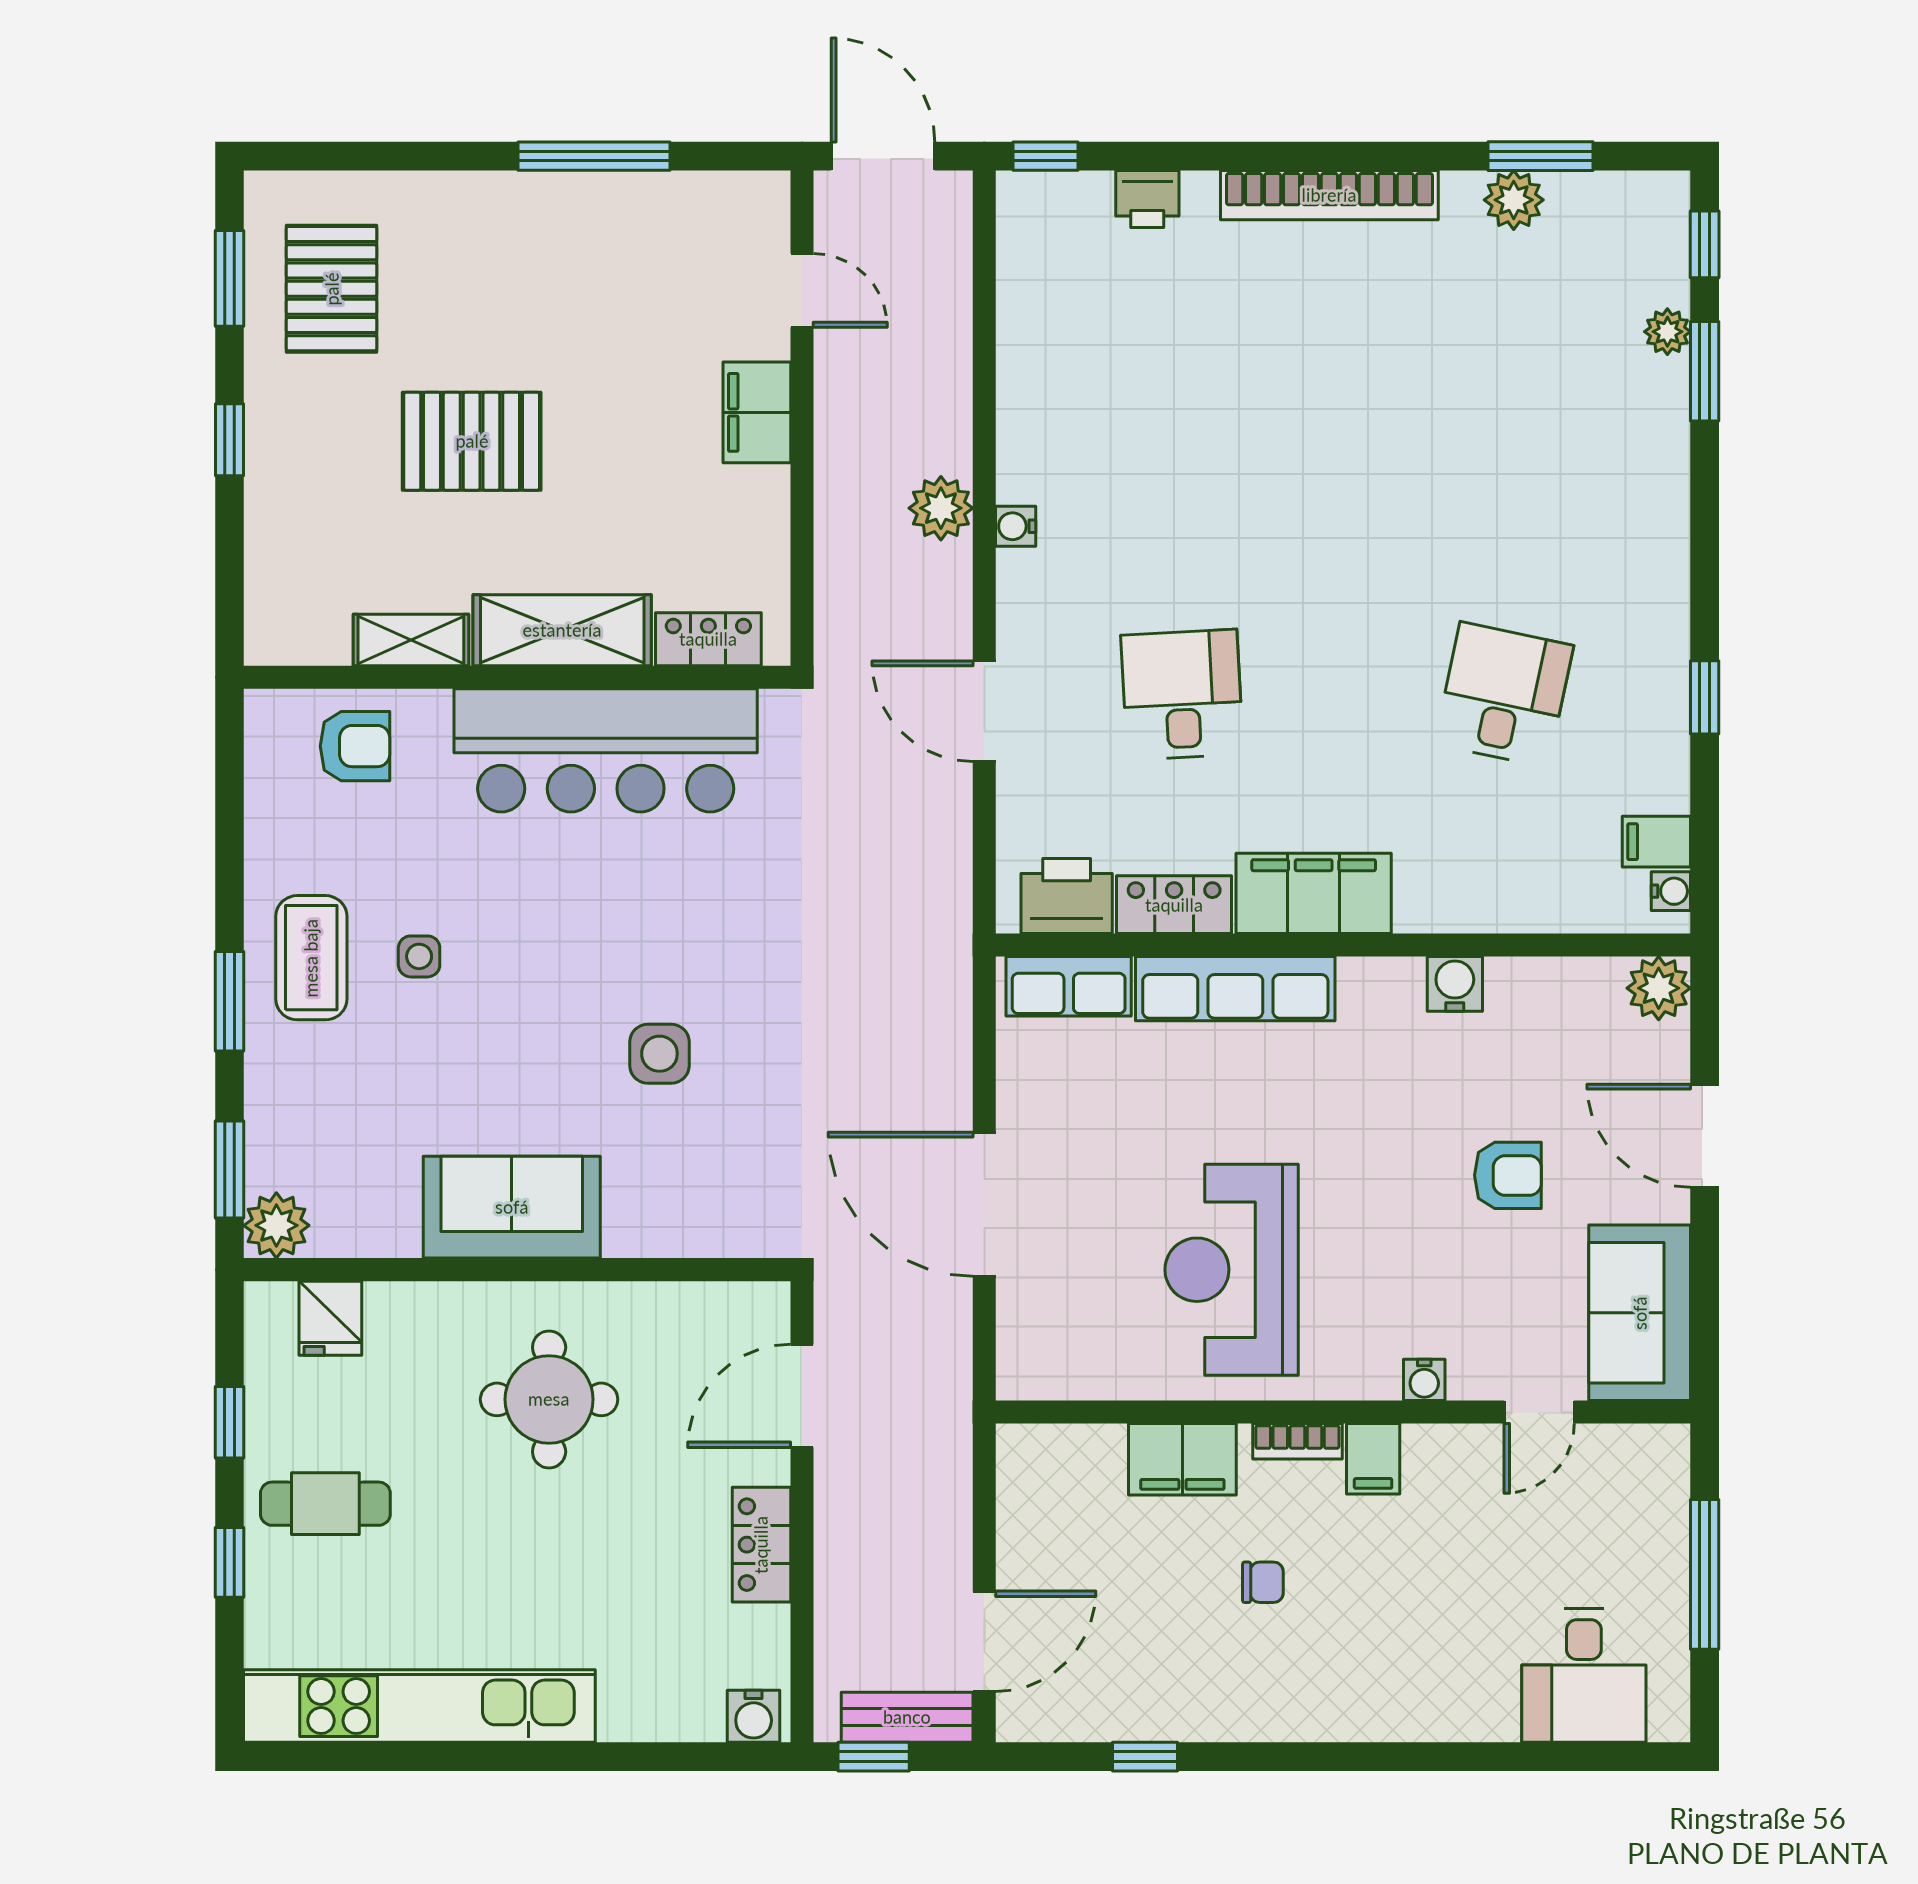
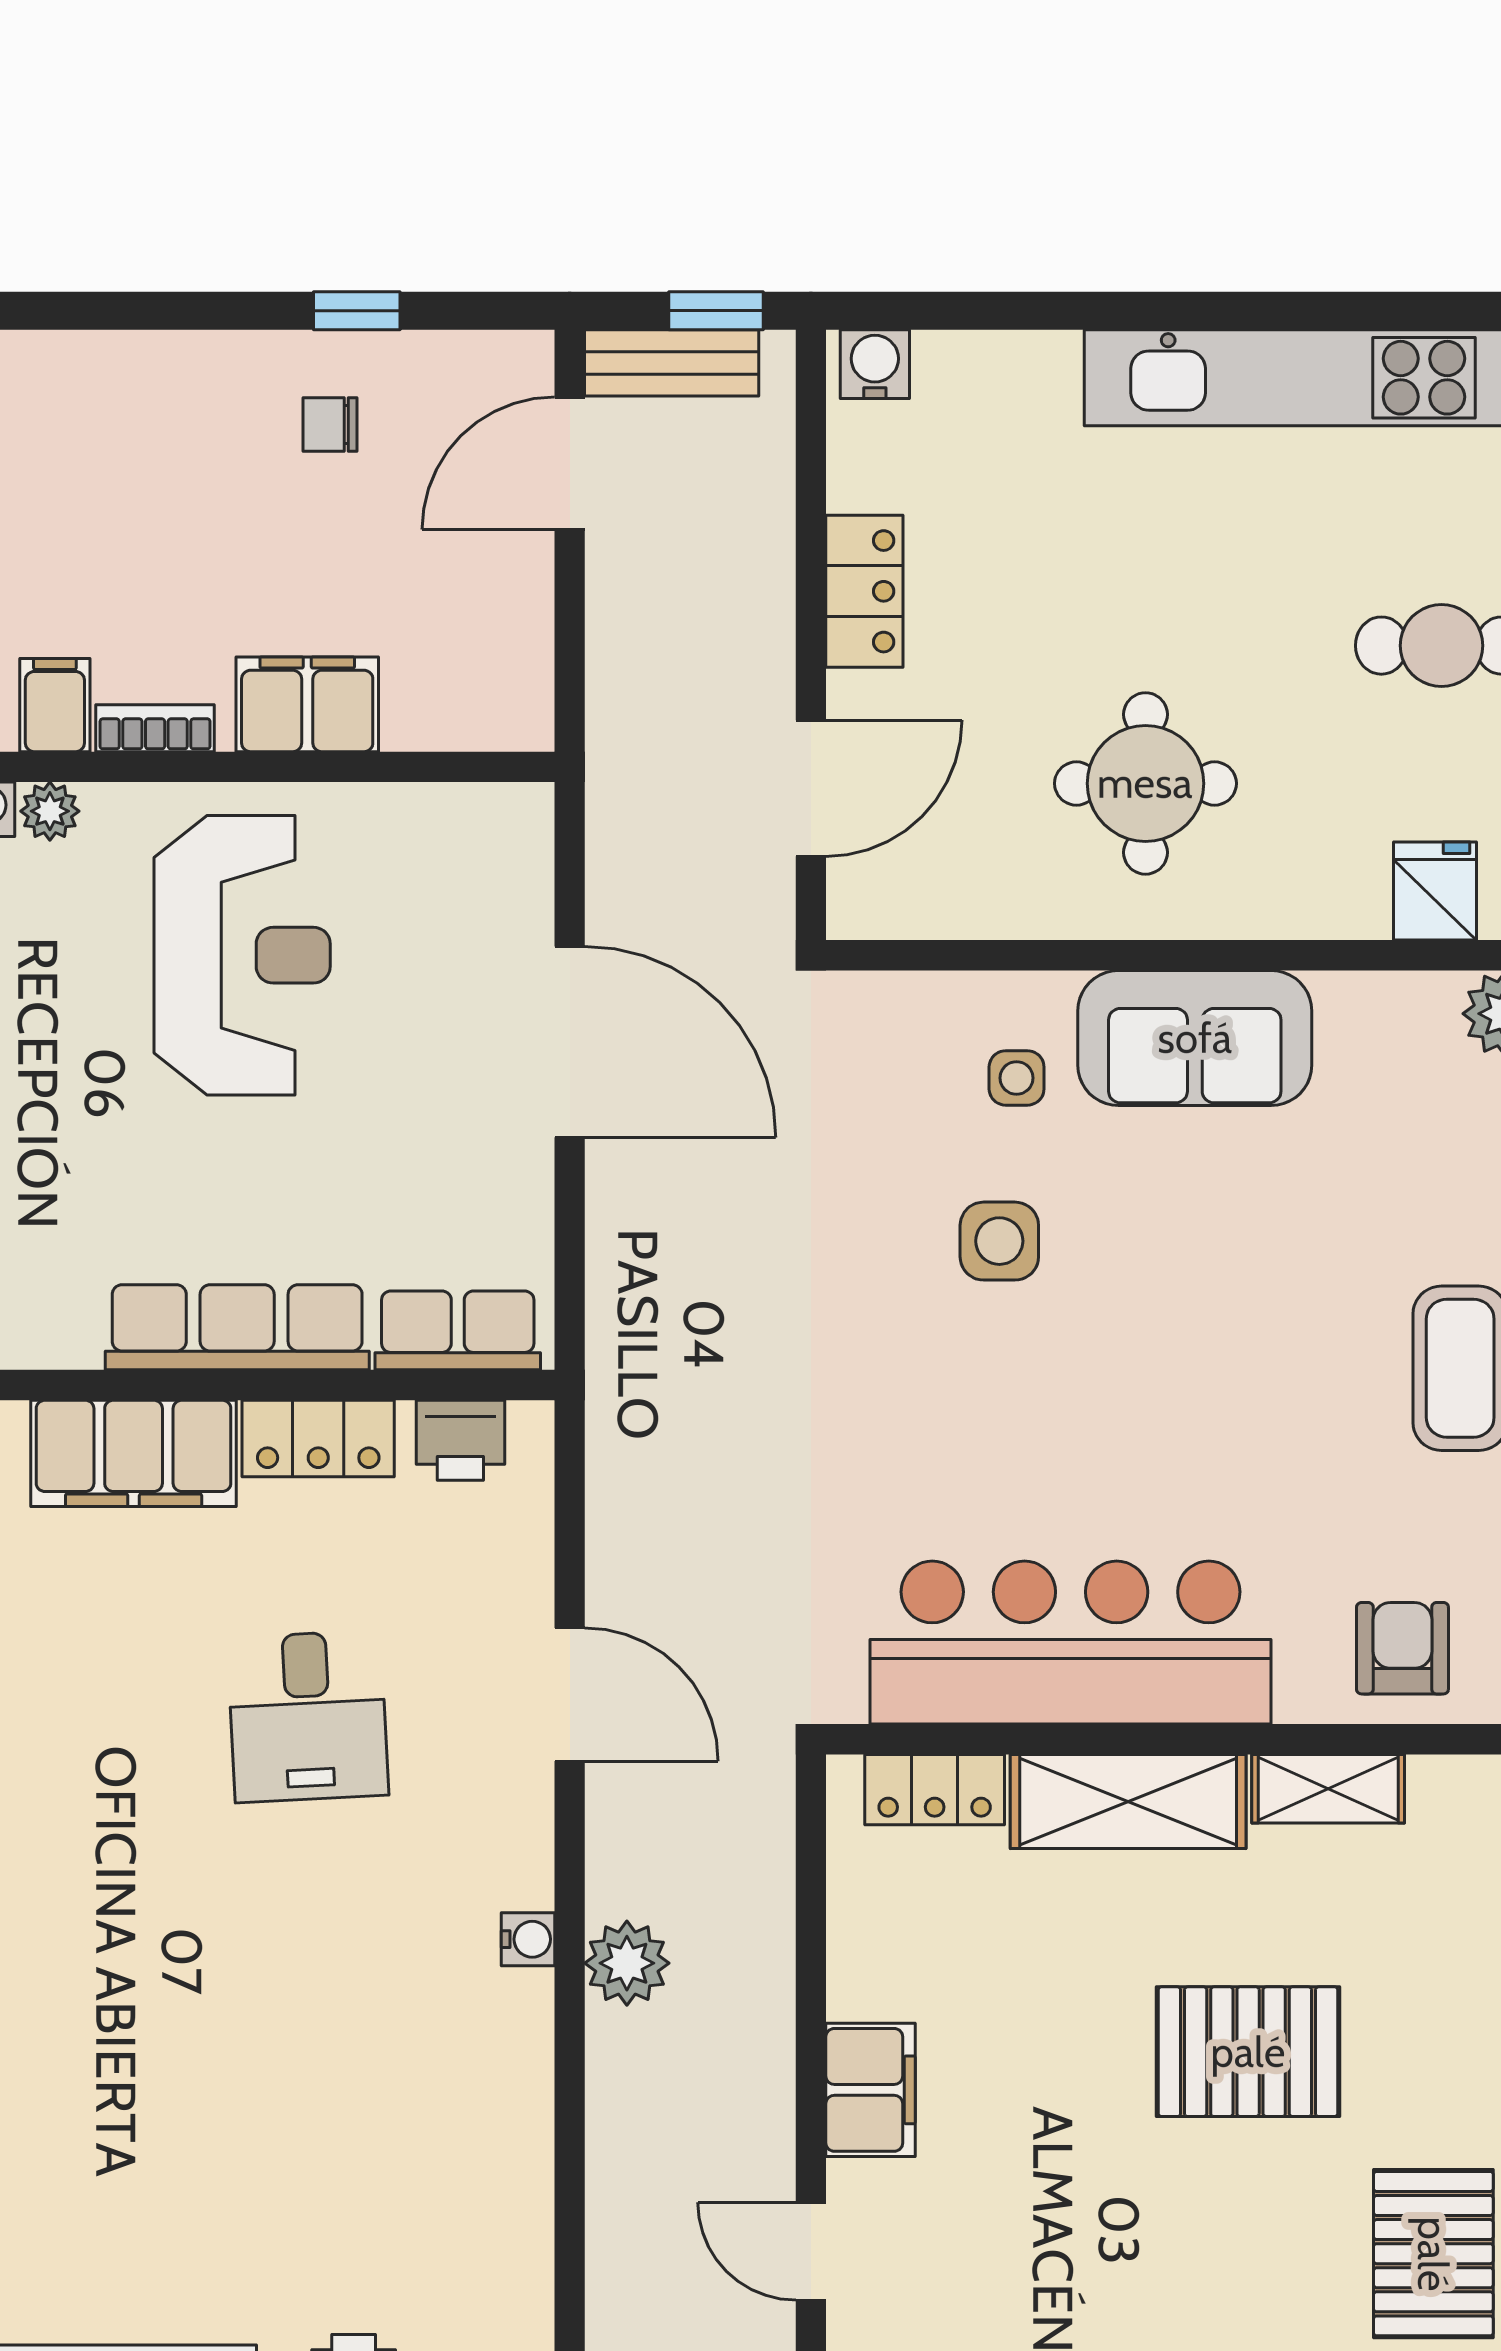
armchair: (355, 746) -> (1402, 1648), turned 90
printer: (1067, 896) -> (460, 1440), width x0.73, depth x0.81
side table: (419, 956) -> (1017, 1078), moved
plant: (1377, 1379) -> (50, 811), added
chair: (1263, 1582) -> (330, 424), moved

